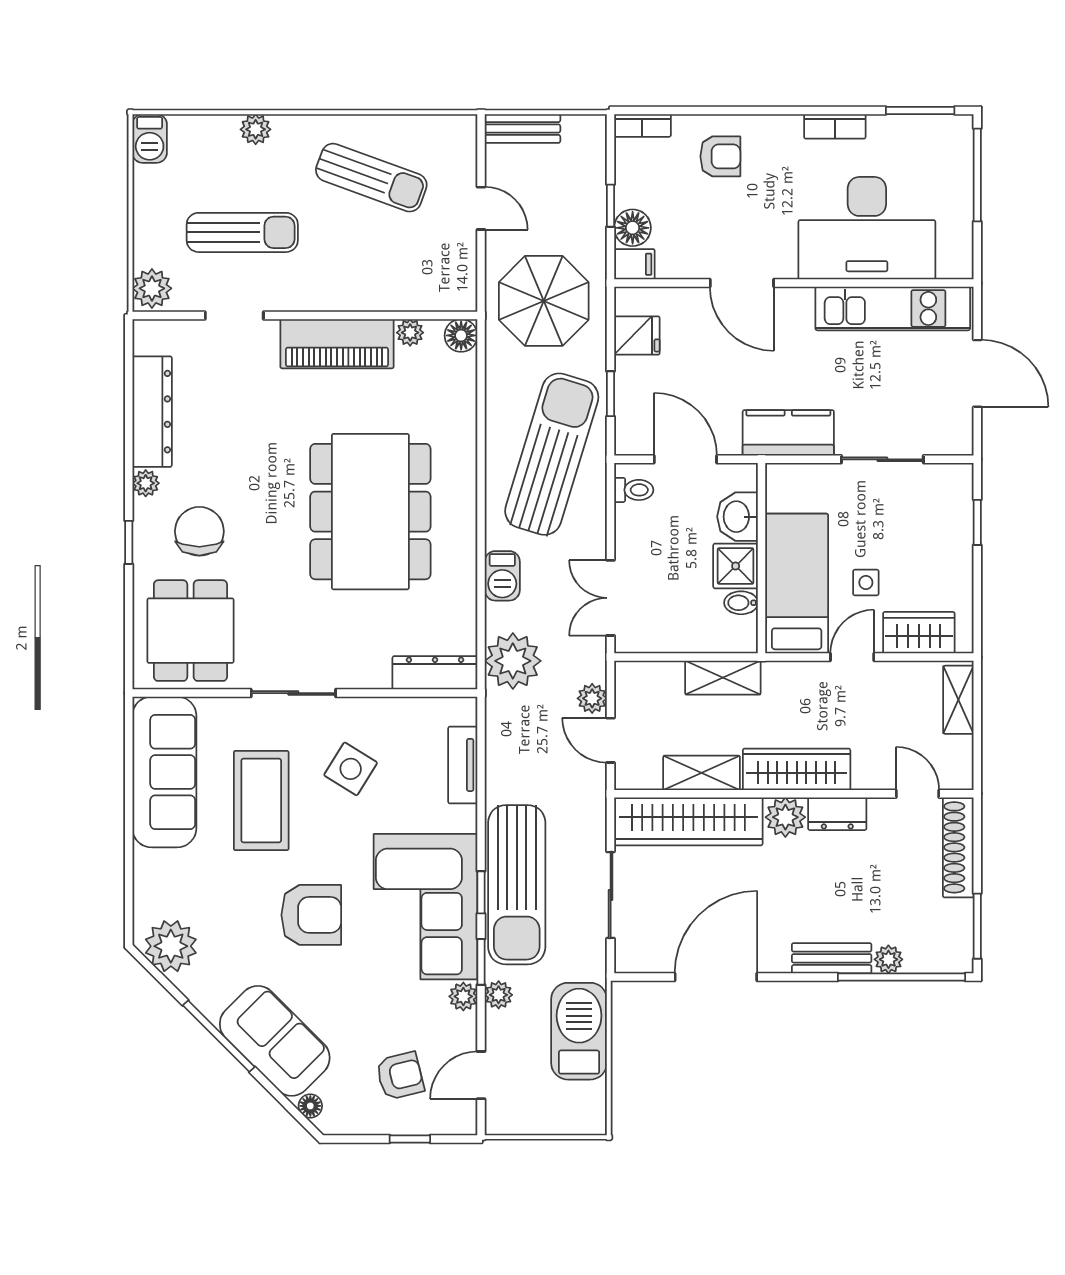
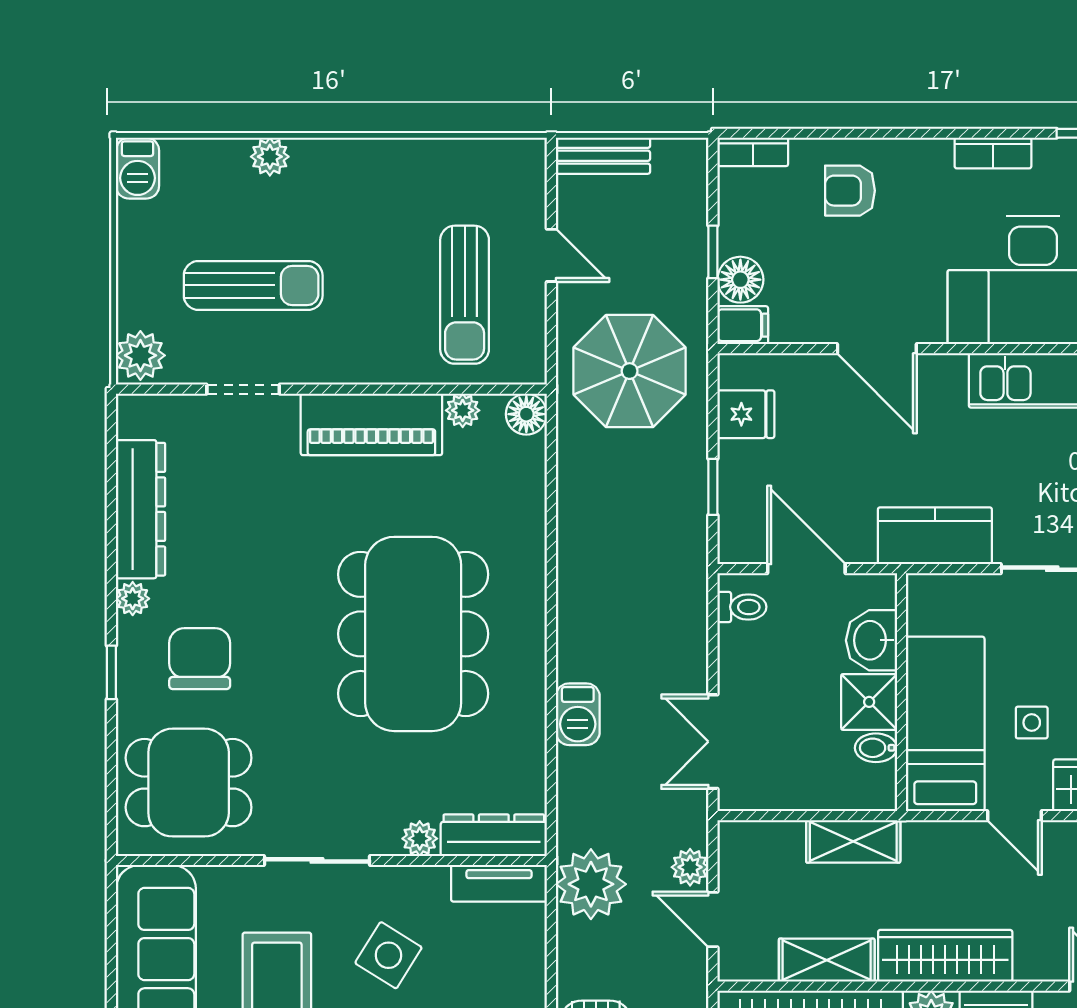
armchair: (720, 156) -> (850, 191), turned 180
sun lounger: (371, 178) -> (465, 295), moved, turned 70
sun lounger: (552, 454) -> (640, 562), removed
dining table: (190, 631) -> (189, 783), turned 90
door: (852, 657) -> (1015, 816), swing flipped
plant: (513, 661) -> (591, 884), moved
plant: (376, 675) -> (420, 839), added
tv unit: (463, 765) -> (499, 883), moved, turned -90

